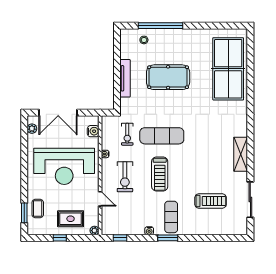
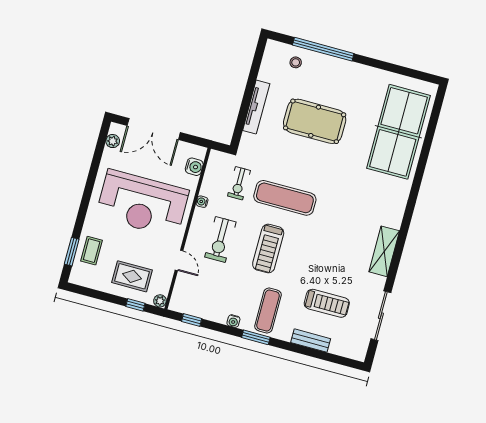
bench: (206, 230) -> (311, 341), added
window: (60, 238) -> (135, 305), moved

